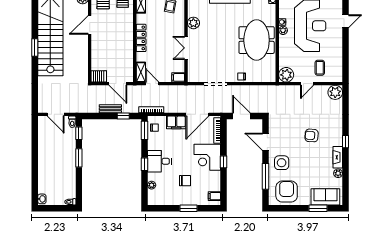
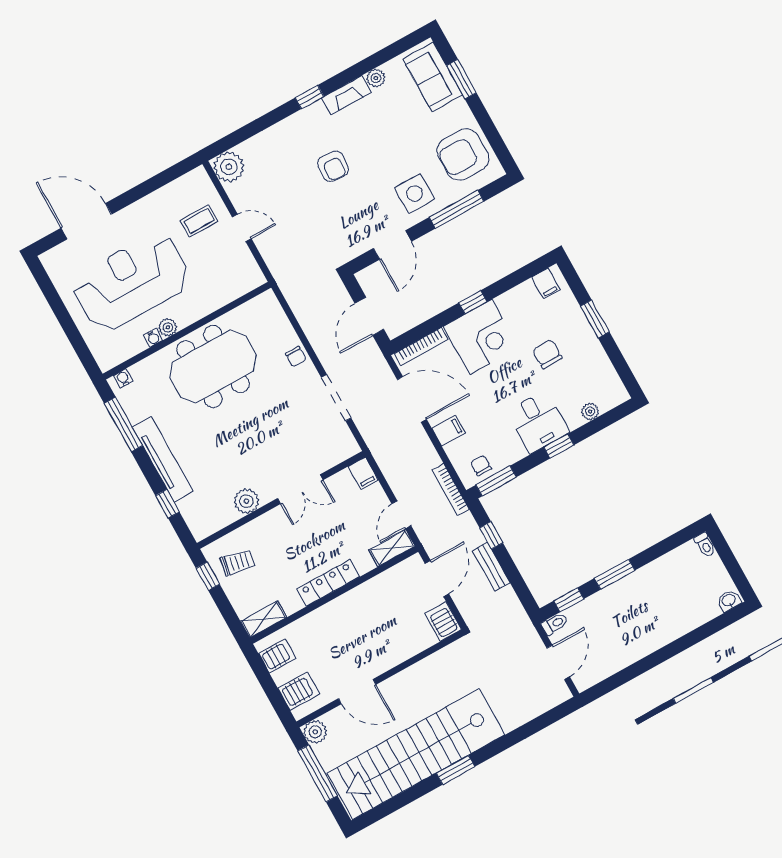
door: (345, 21) -> (86, 221), width x1.87
plant: (286, 75) -> (247, 276), removed
filing cabinet: (176, 122) -> (448, 431), width x0.50

